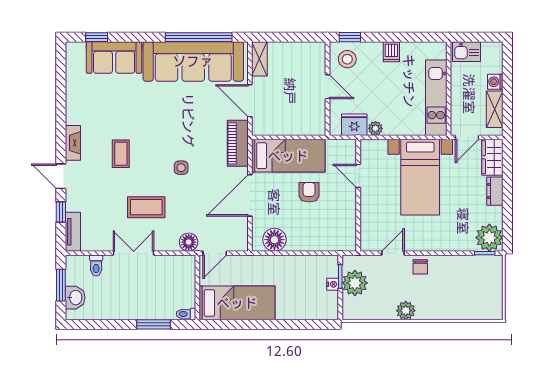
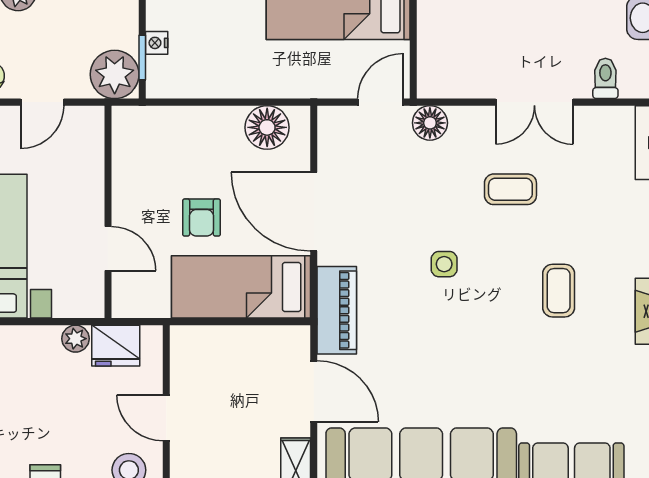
door: (250, 195) -> (314, 212), swing flipped
coffee table: (146, 207) -> (510, 189), width x0.73, depth x0.77
plant: (355, 283) -> (115, 74), moved

